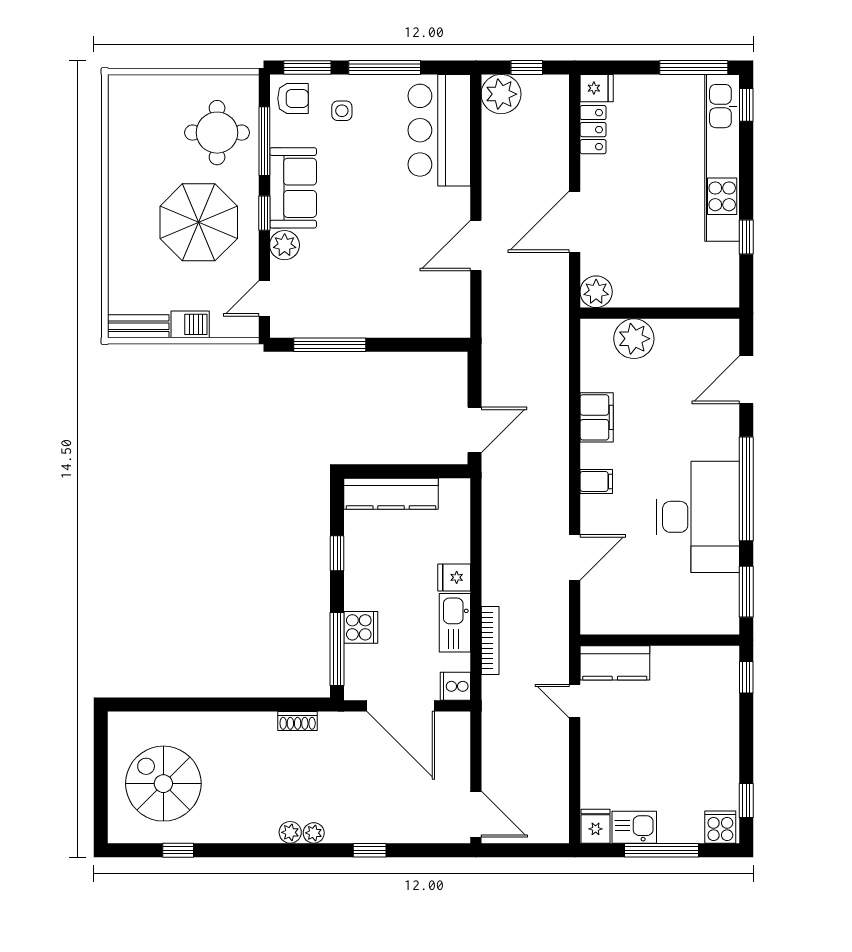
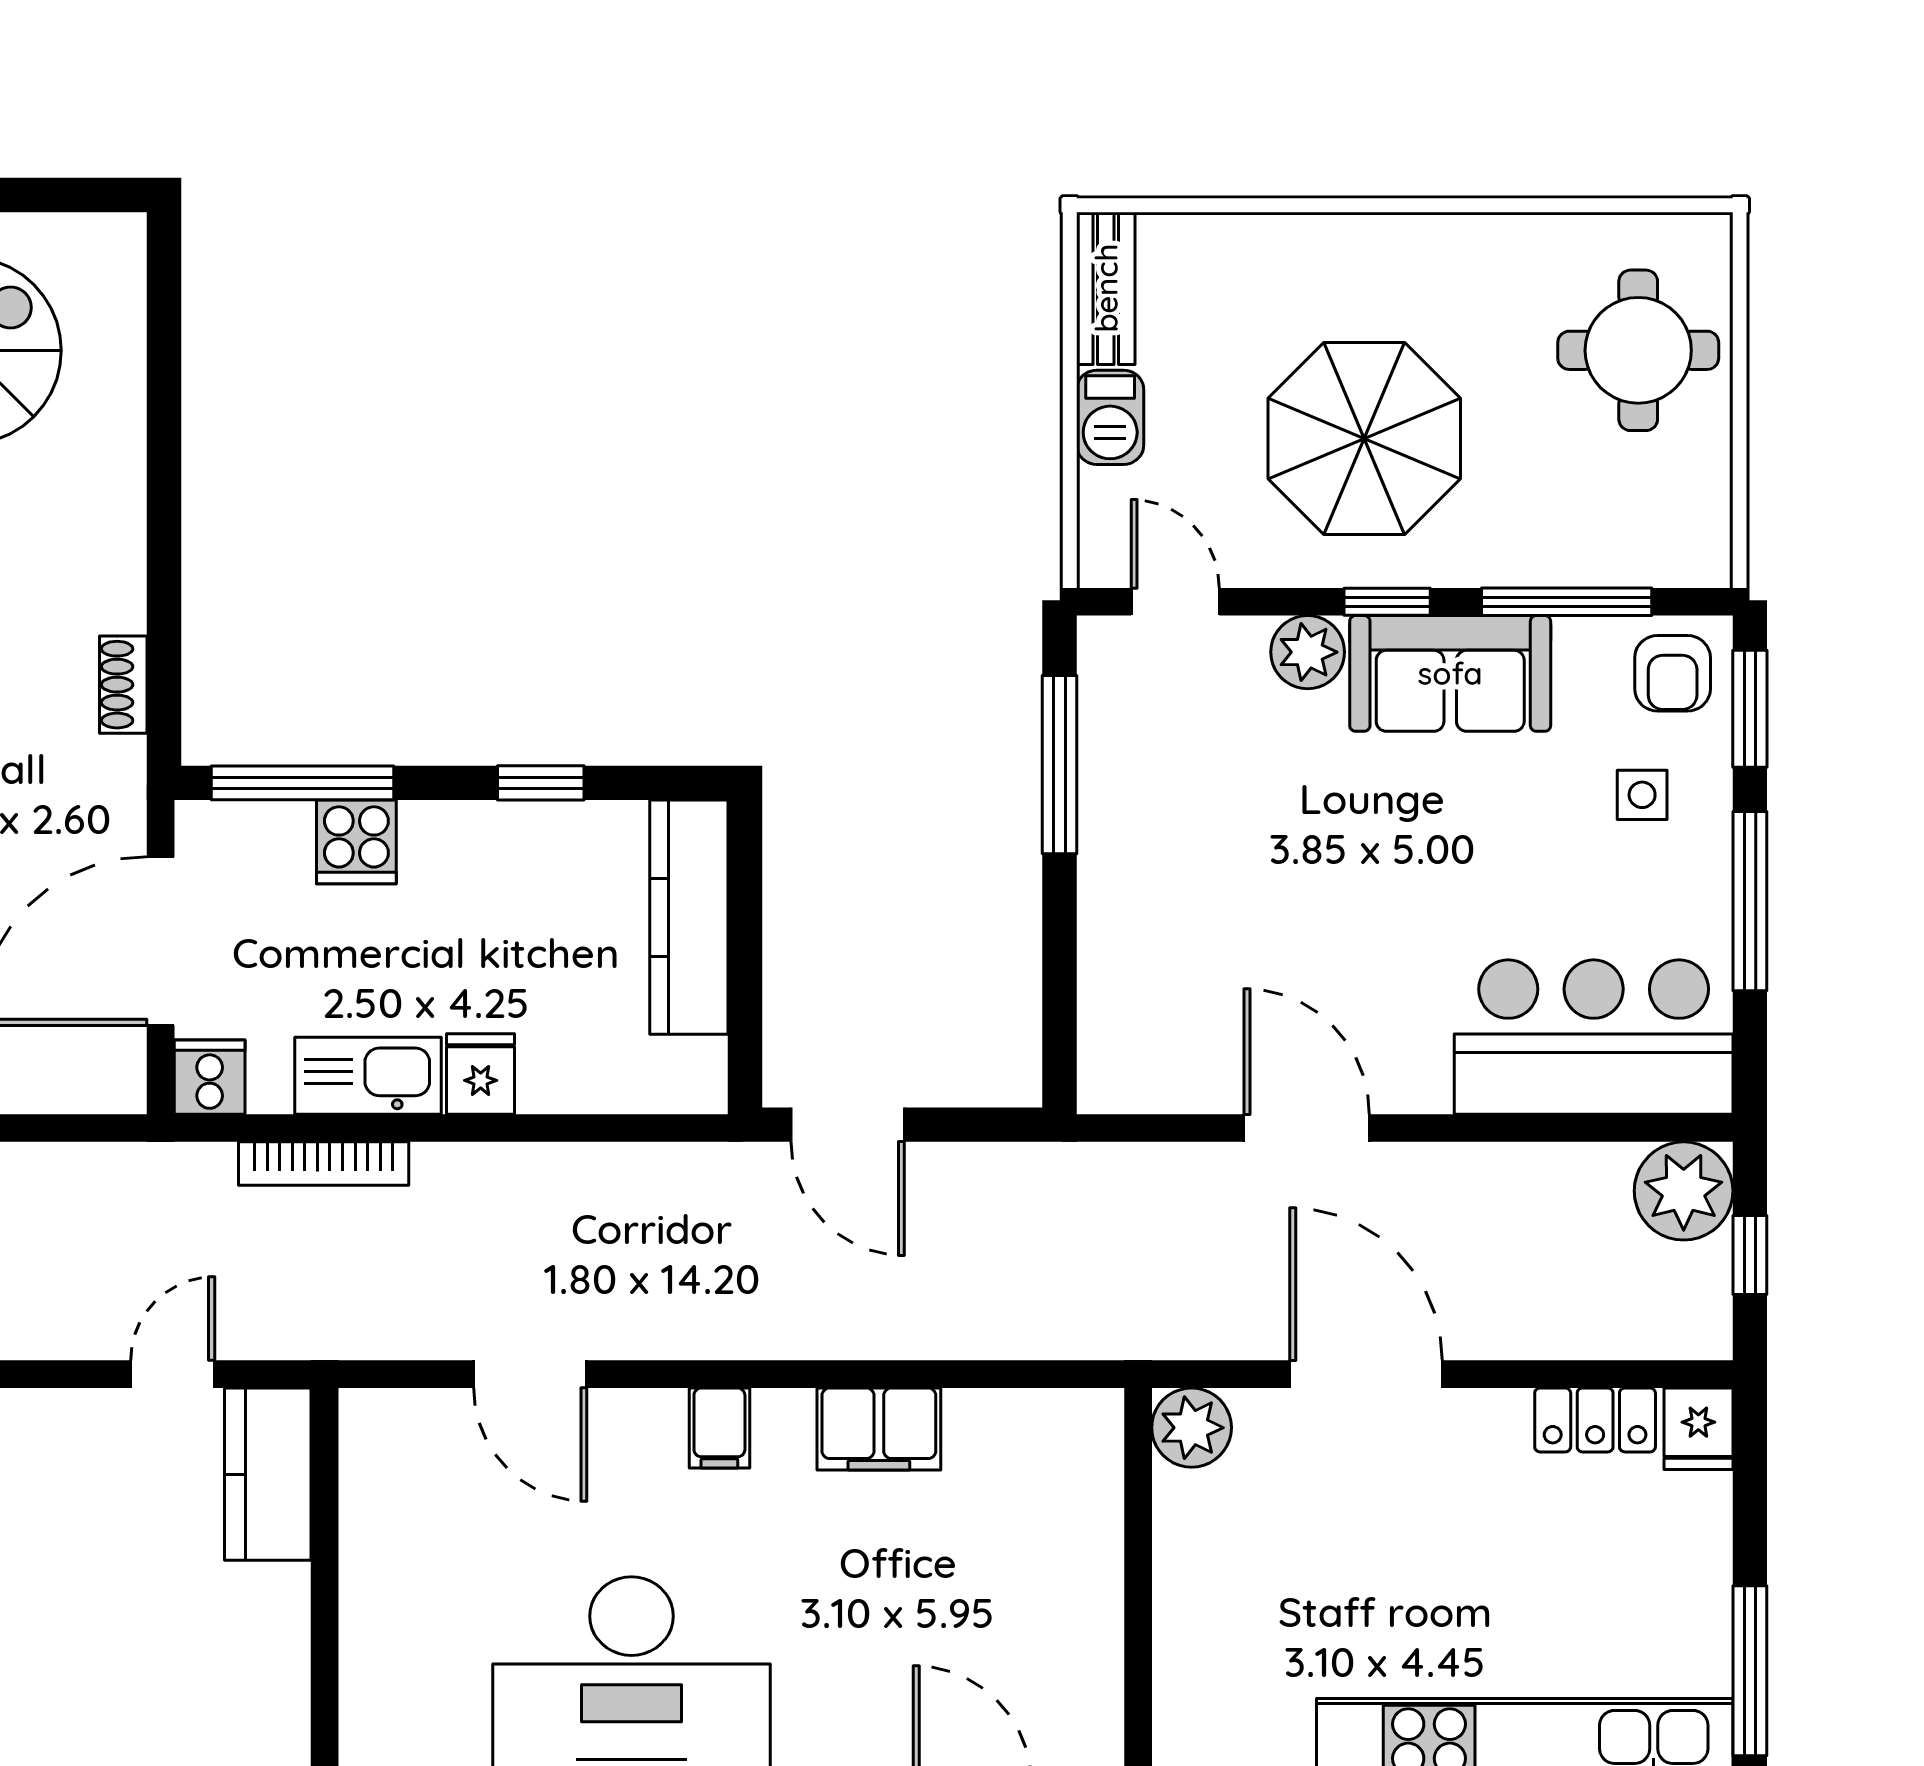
round table: (217, 133) -> (1638, 350), moved
plant: (634, 339) -> (1075, 1522), removed

